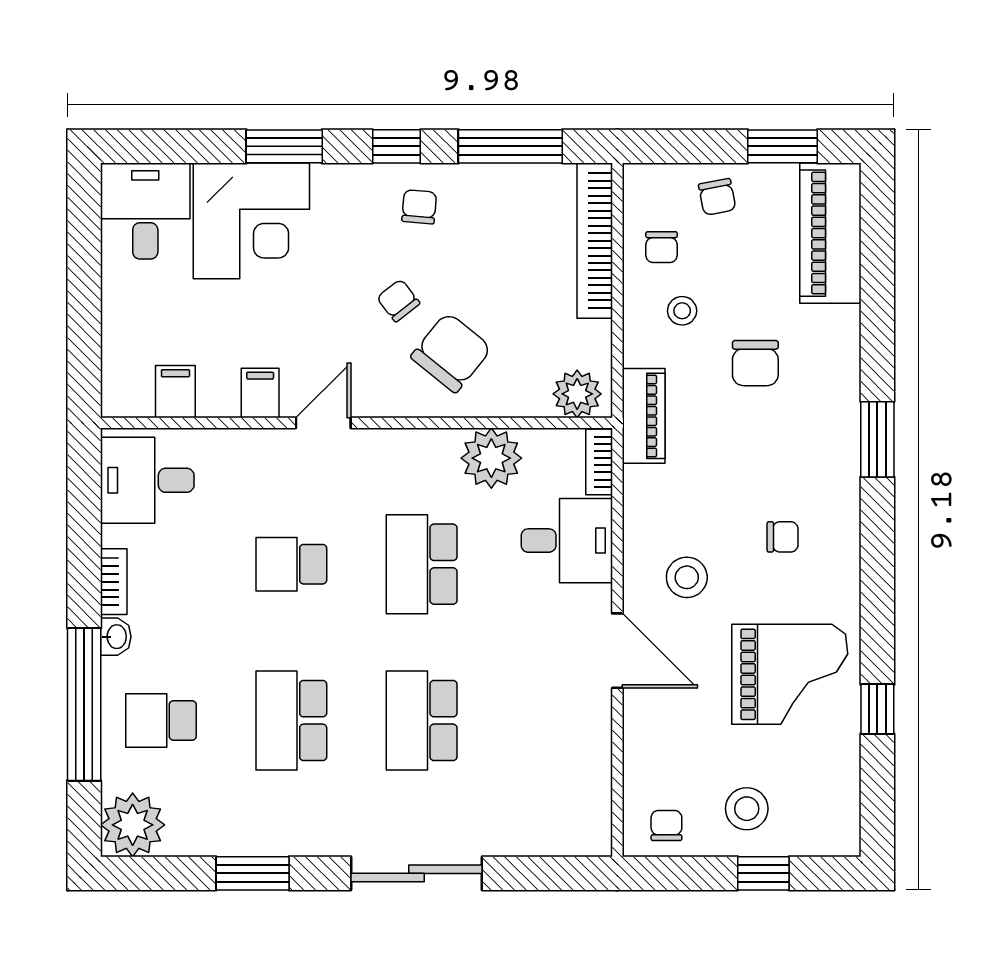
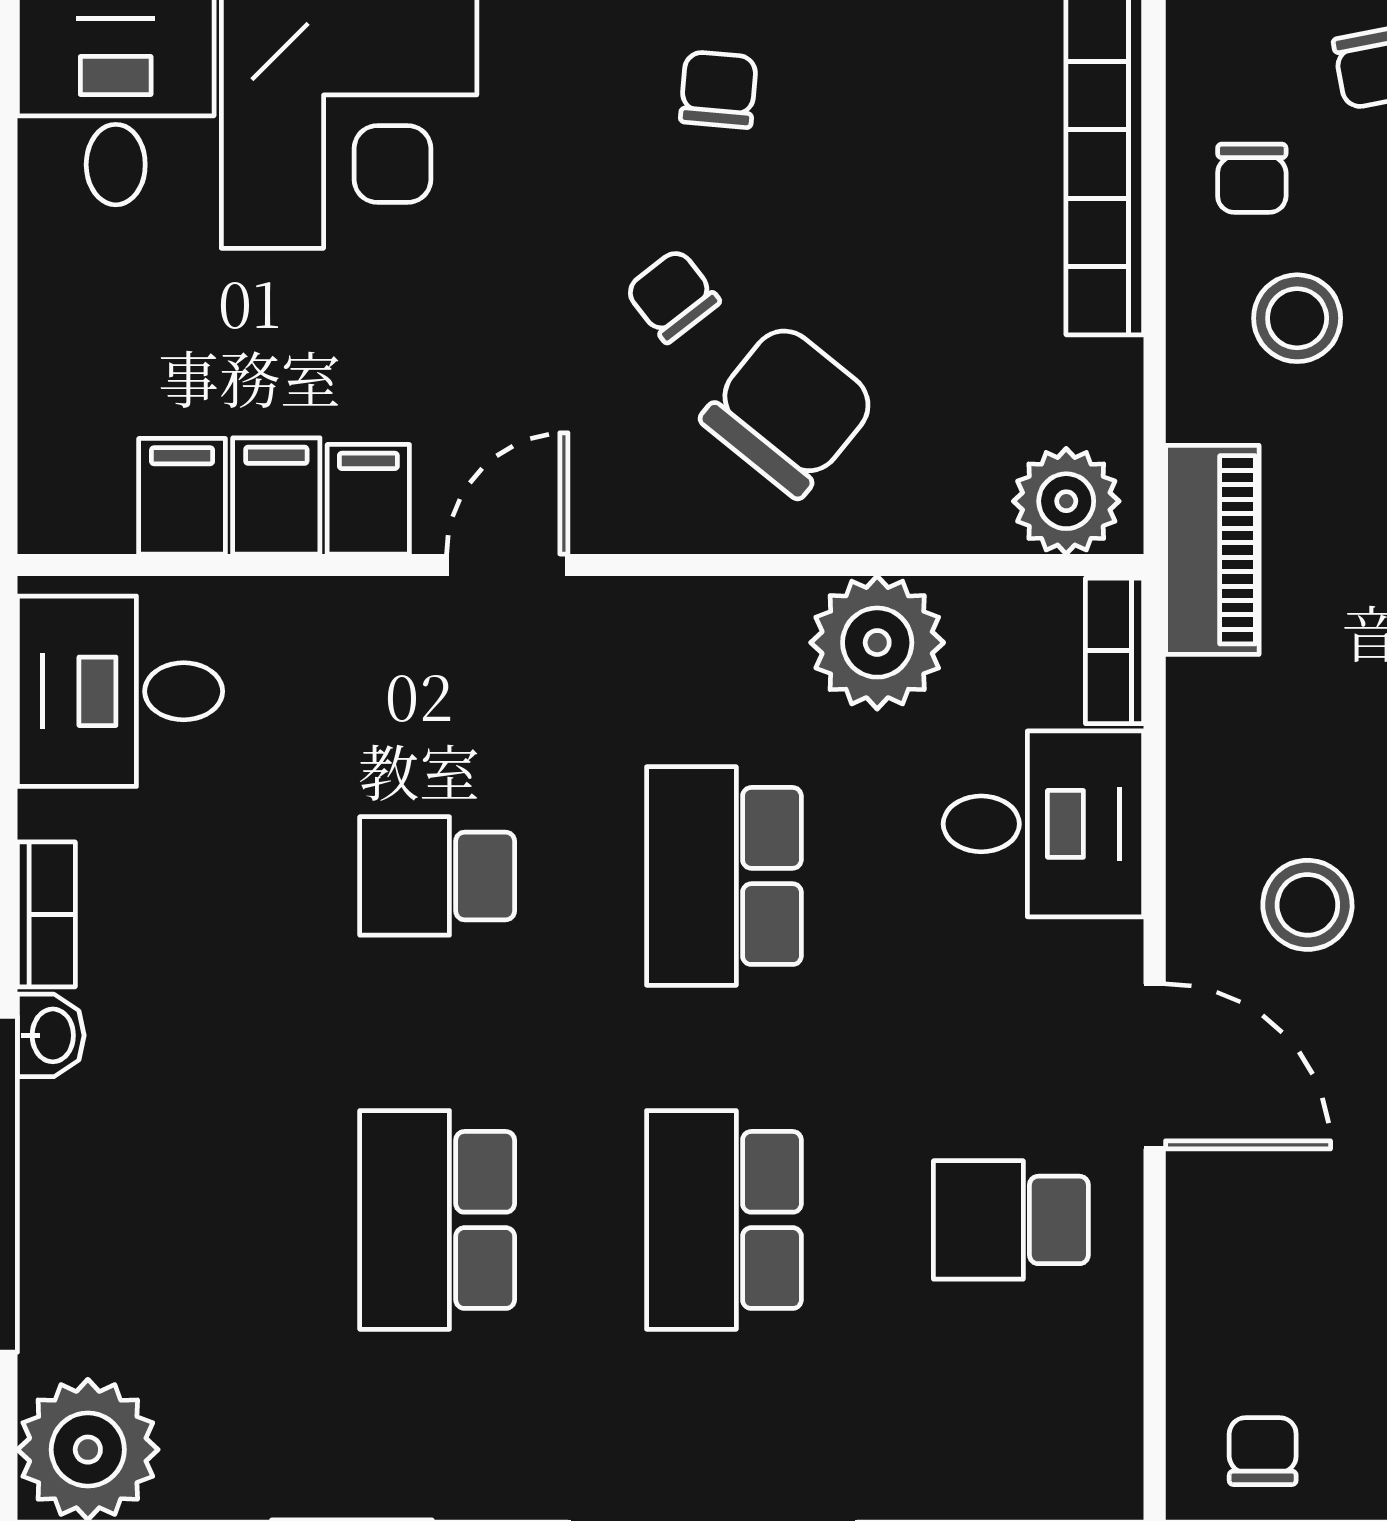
stool: (682, 311) -> (1297, 318), width x1.37, depth x1.37
filing cabinet: (218, 392) -> (276, 496), added
school desk: (161, 720) -> (1011, 1220), moved

